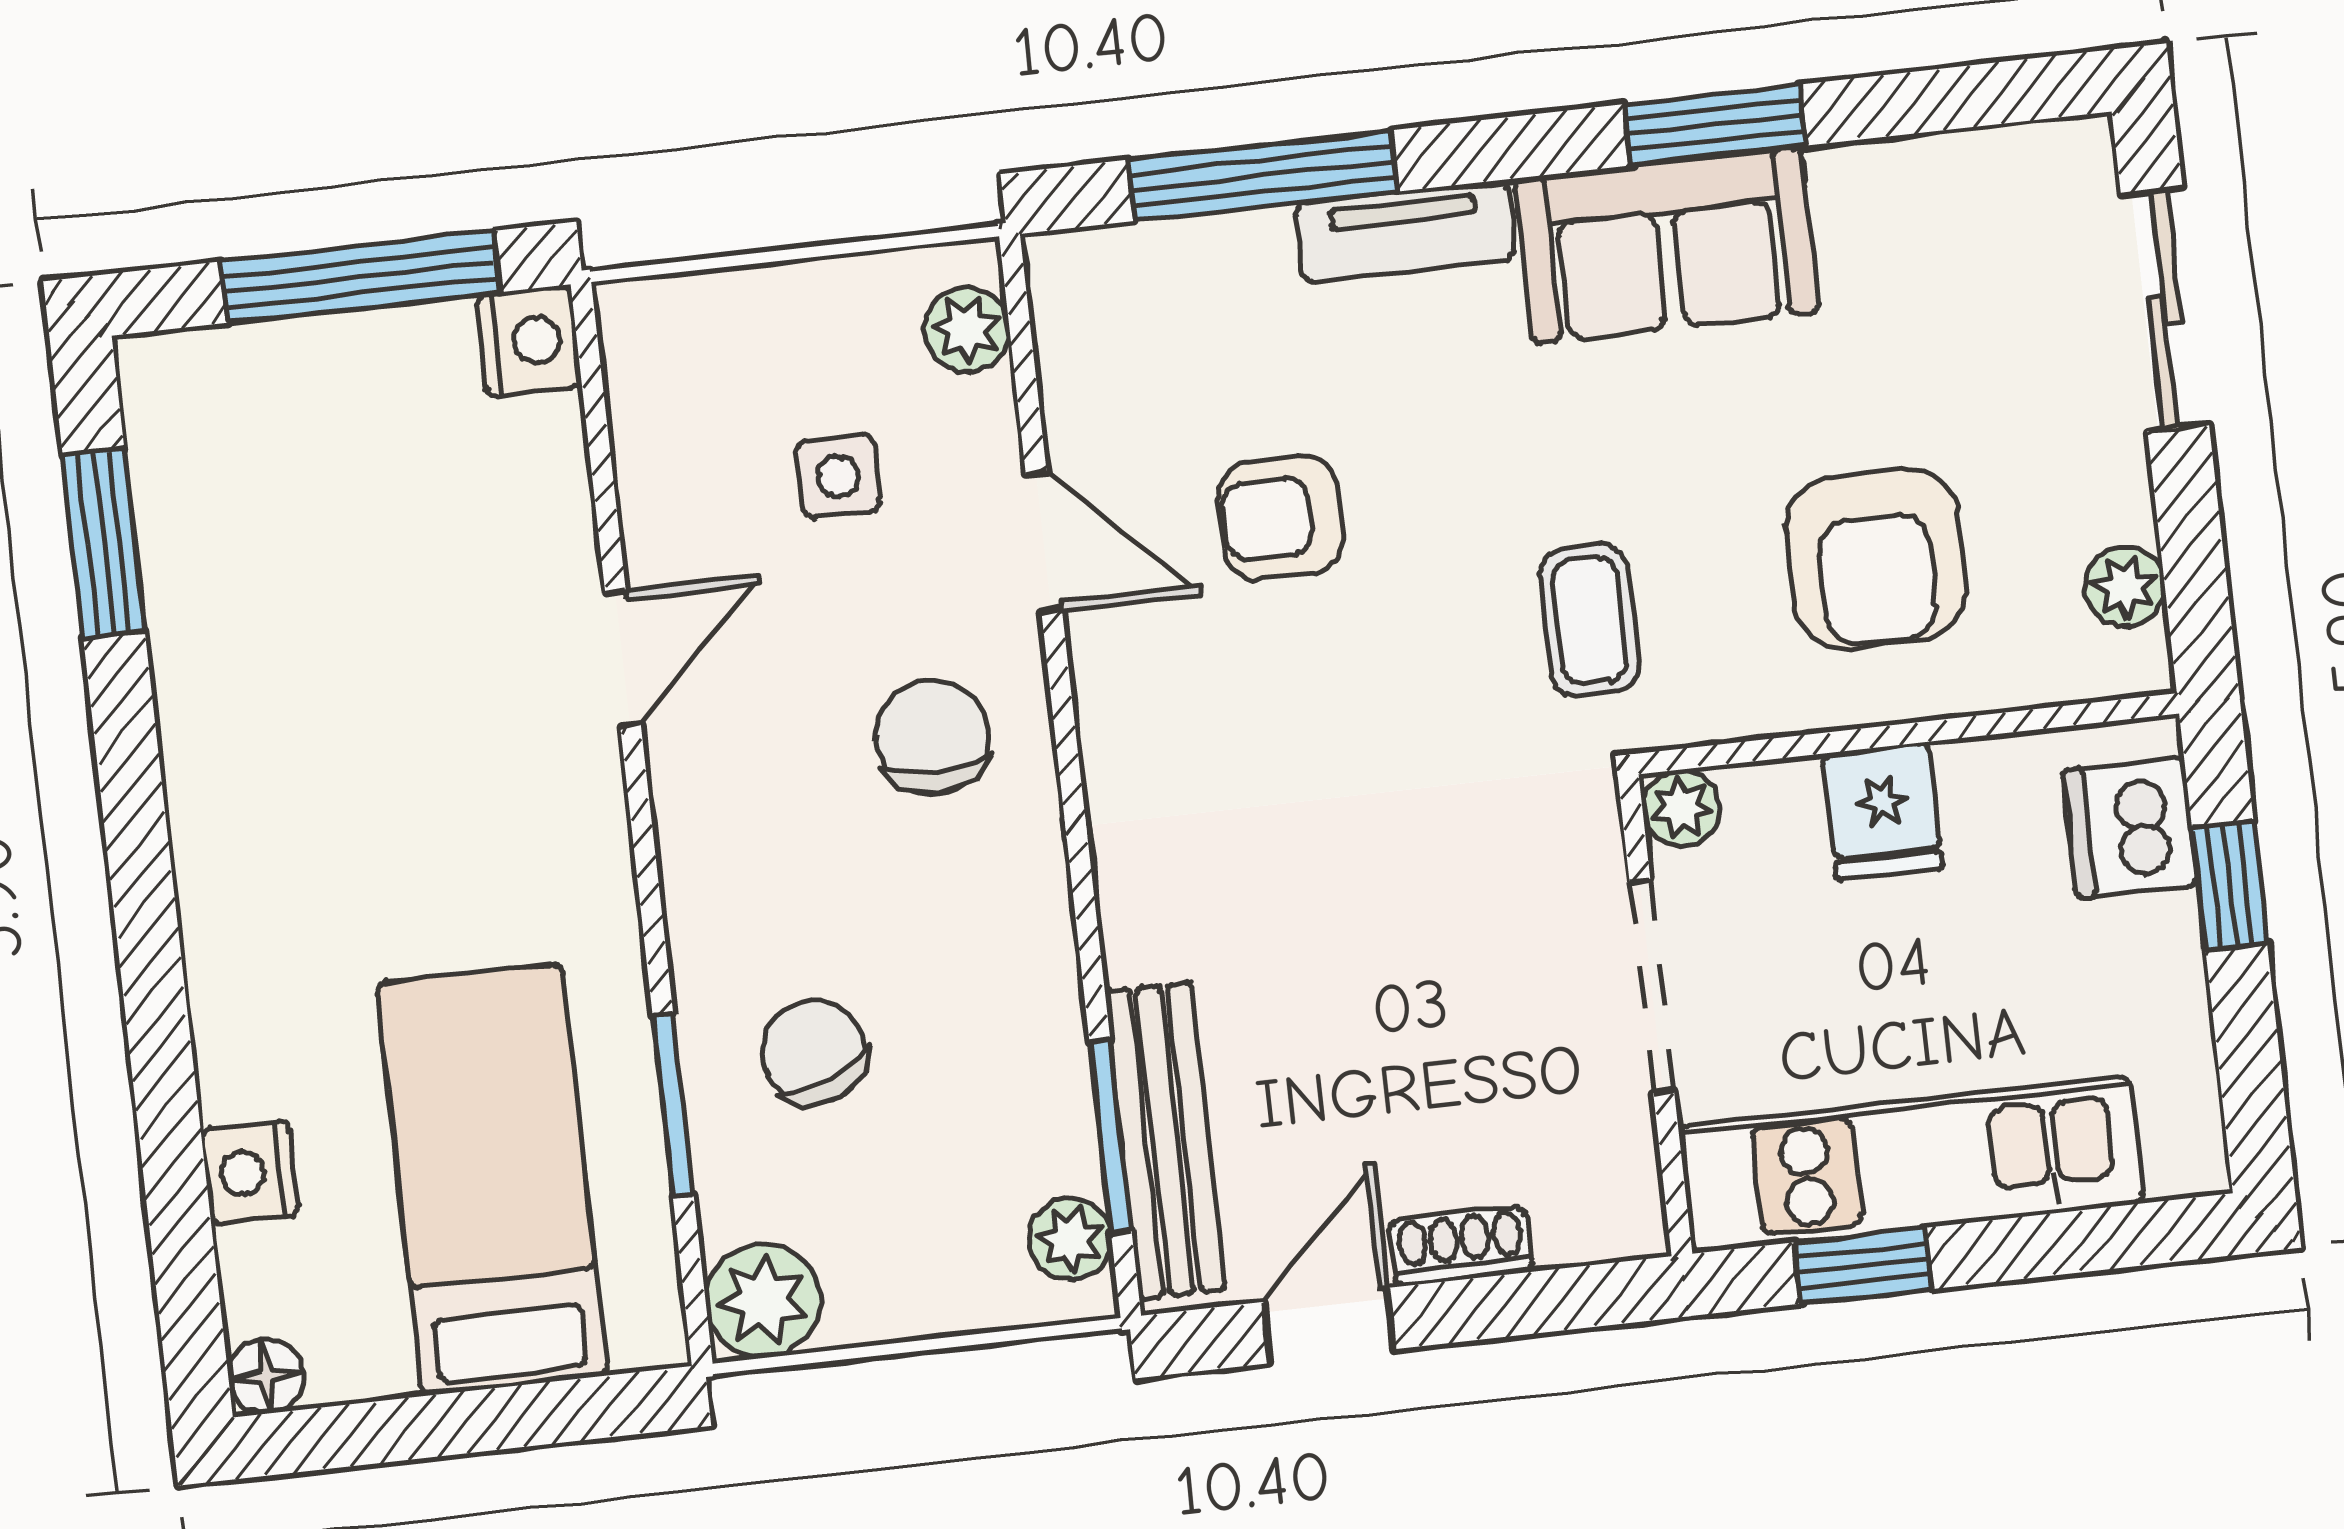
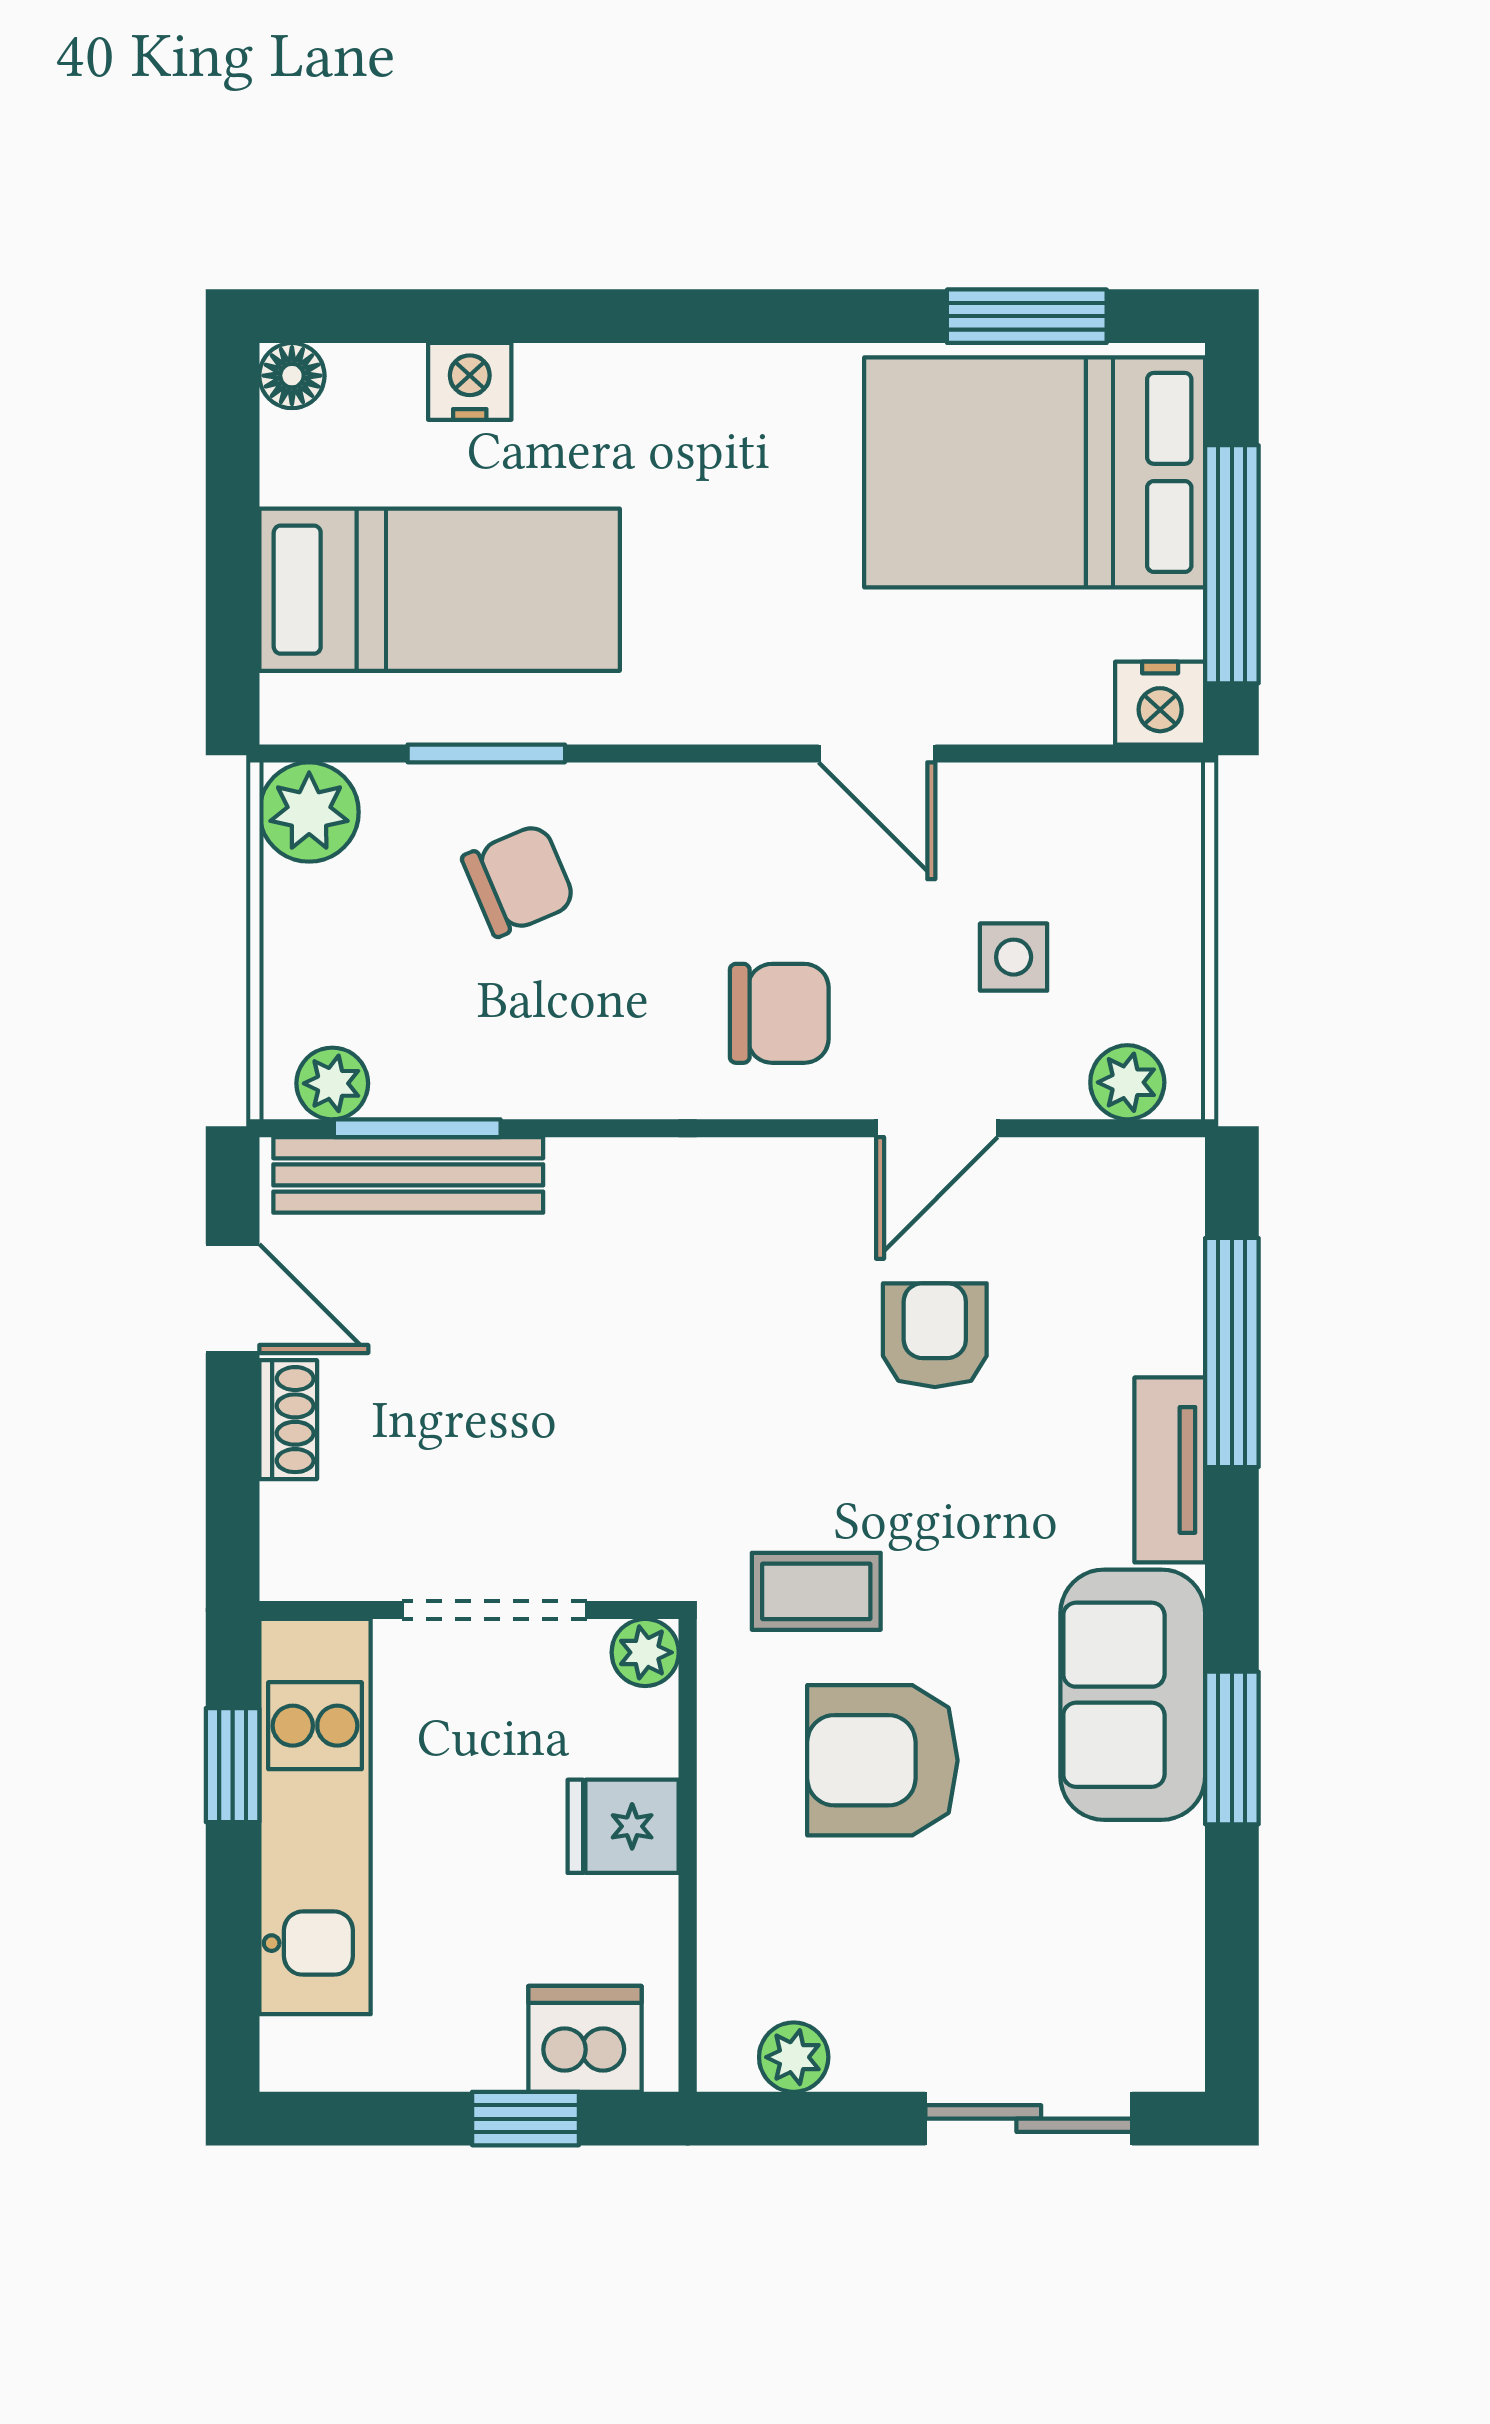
bed: (281, 514) -> (1035, 472), added
armchair: (1876, 559) -> (882, 1760), moved

